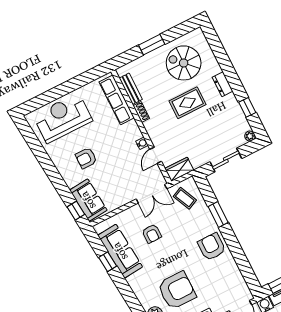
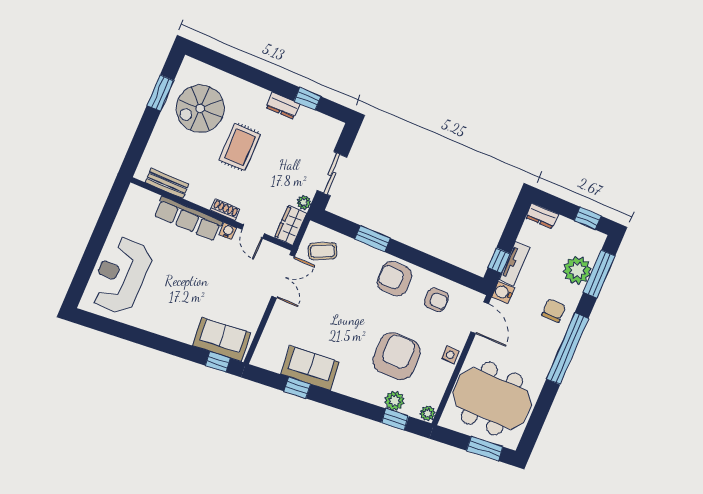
window: (152, 45) -> (160, 93), moved
dresser: (223, 84) -> (283, 106), moved
row of seats: (117, 100) -> (188, 219), moved
shoe rack: (141, 112) -> (225, 210), moved
plant: (250, 136) -> (304, 202), moved
armchair: (86, 158) -> (182, 297), removed
armchair: (152, 234) -> (436, 300), moved
sofa: (120, 251) -> (310, 368), width x0.73

